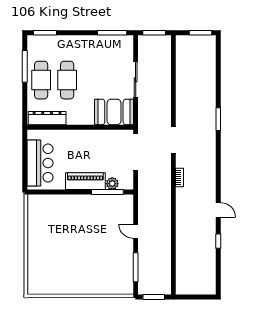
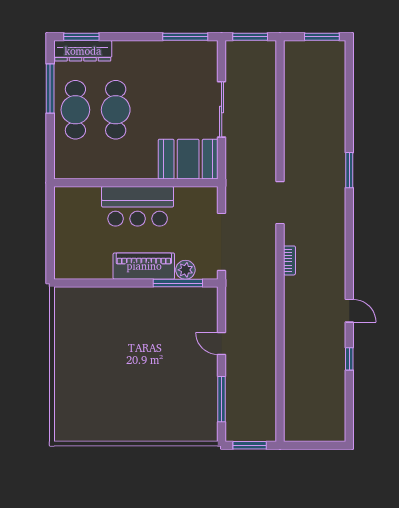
dresser: (47, 118) -> (83, 51), moved, turned 180
doorway: (136, 152) -> (222, 242), moved
bar counter: (40, 163) -> (138, 206), moved, turned 90

